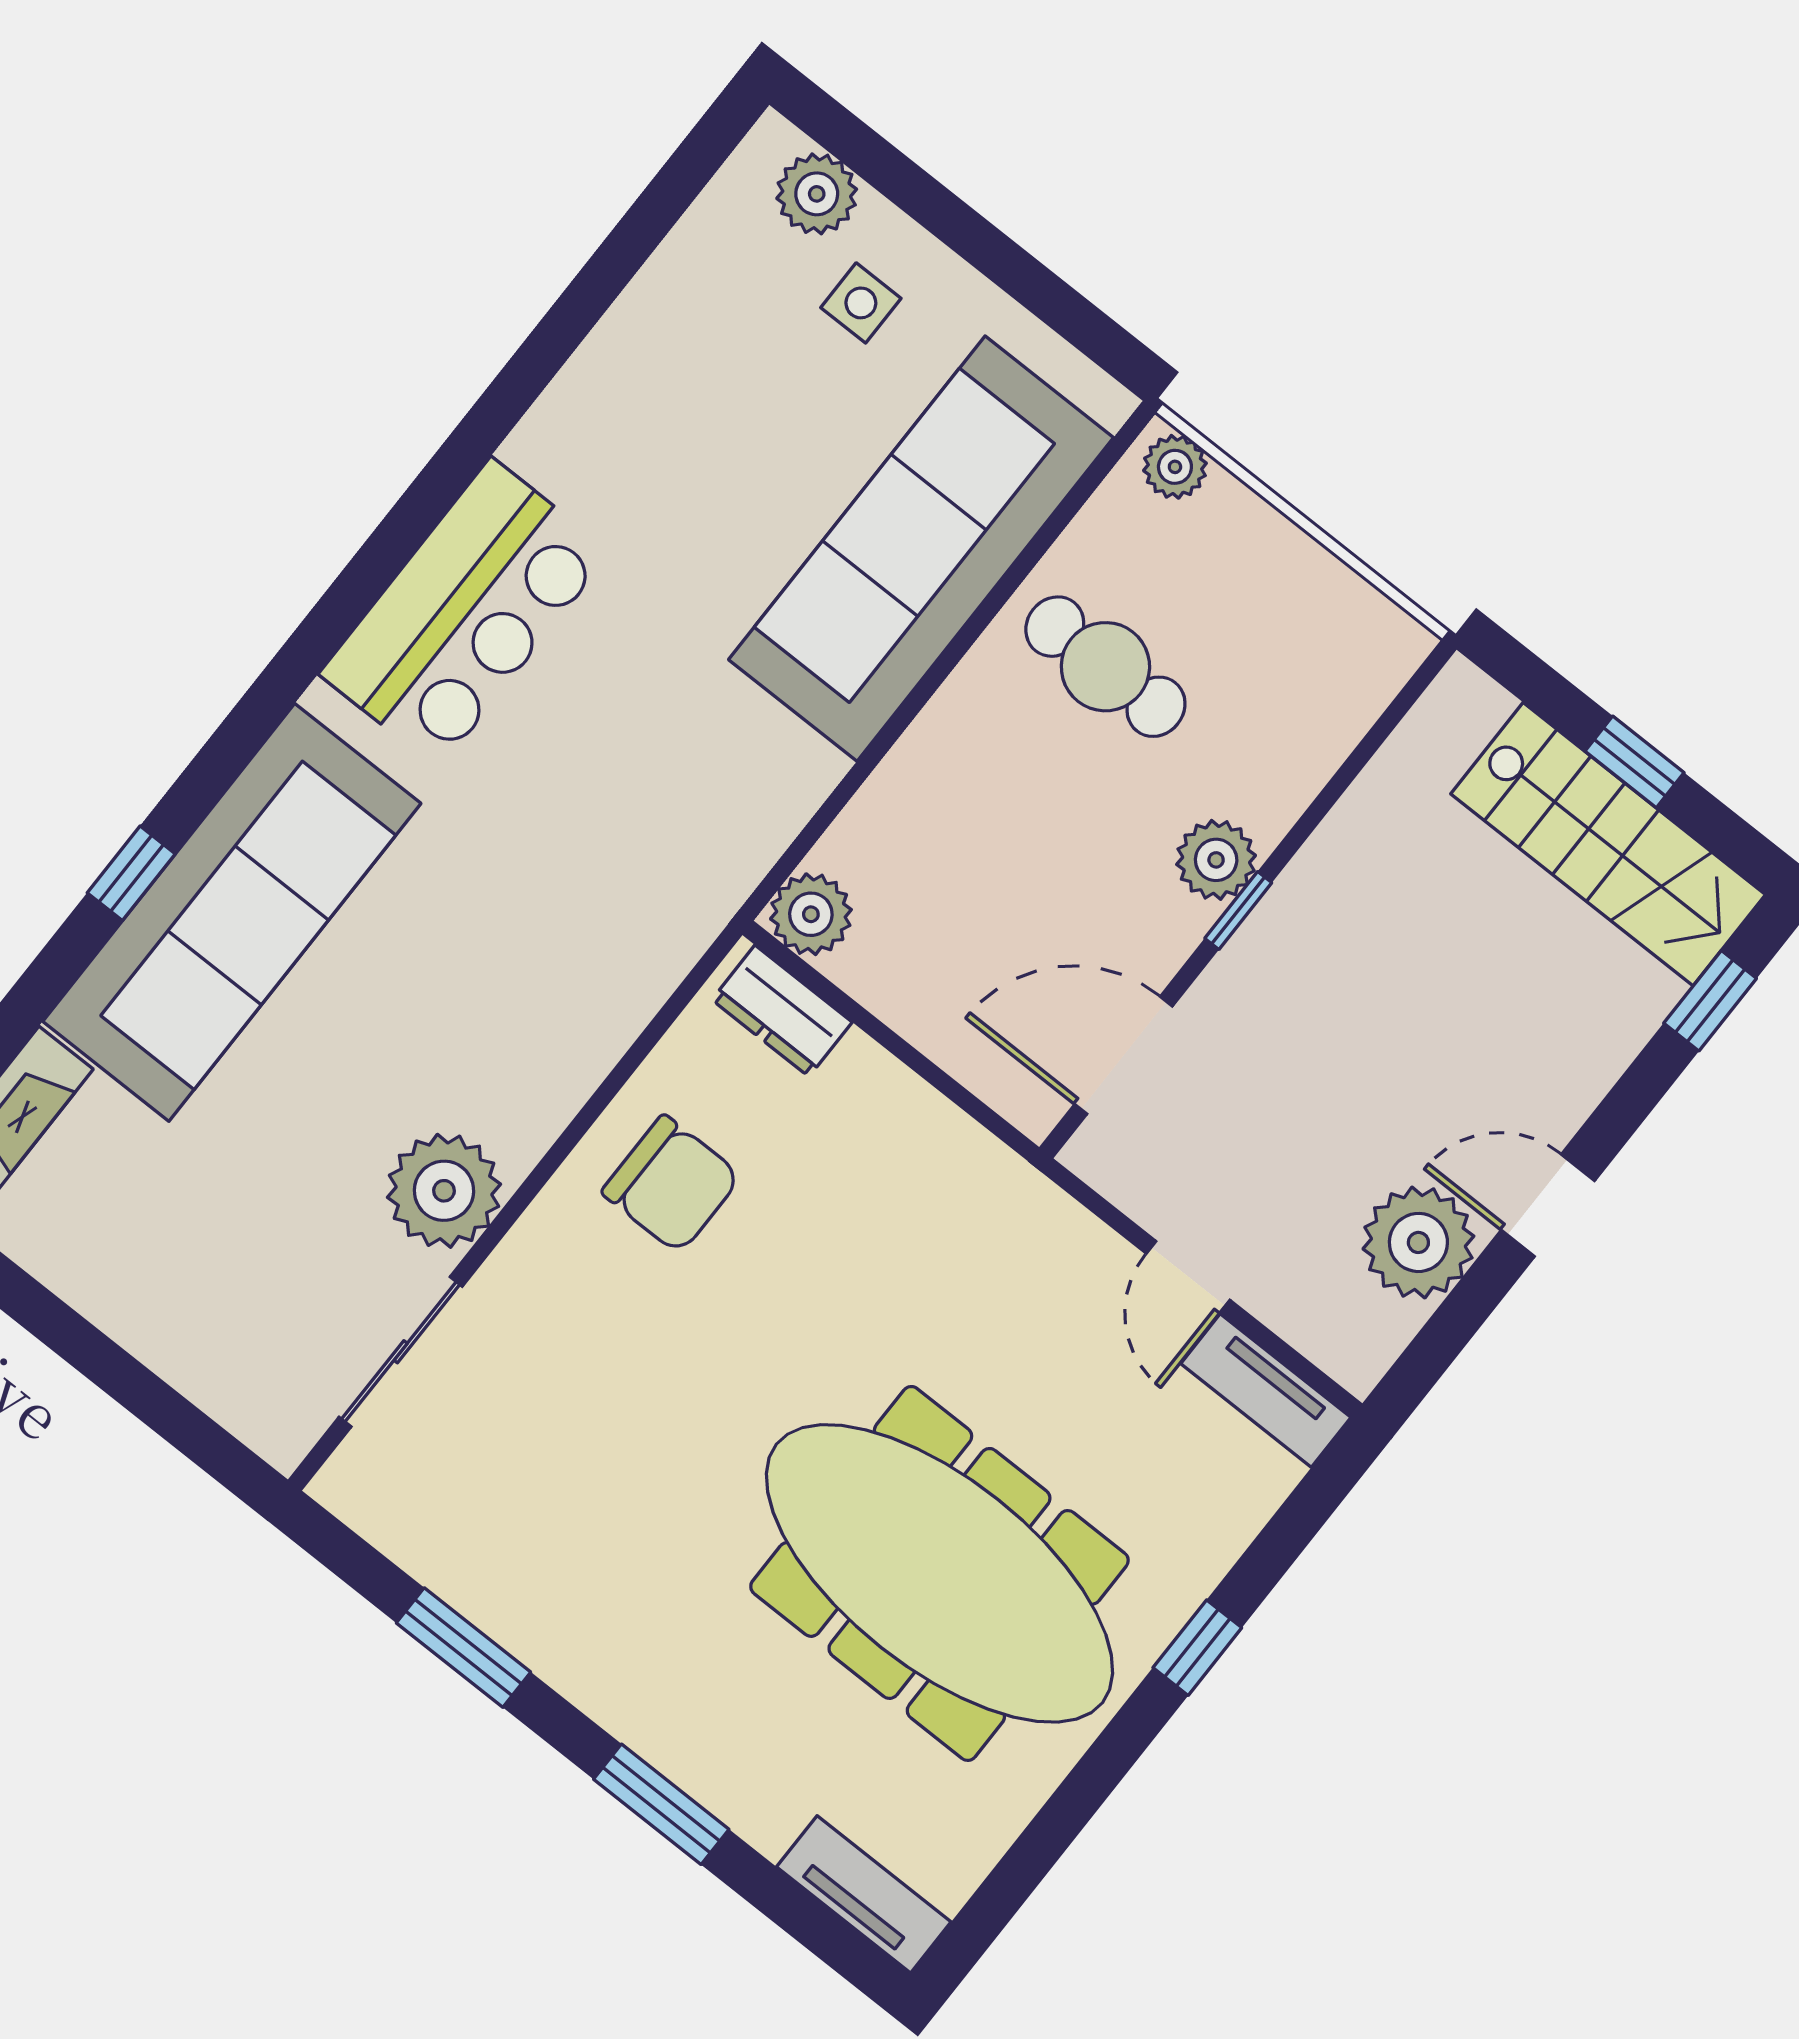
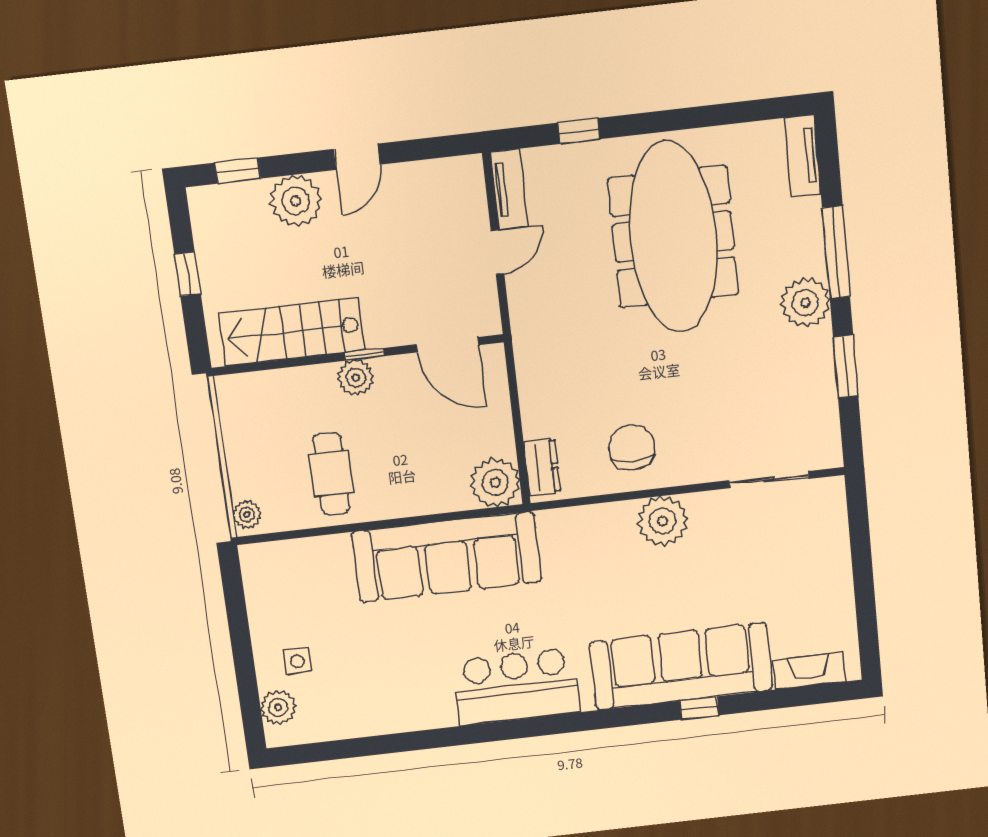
sofa: (921, 549) -> (447, 557), moved
stairs: (1608, 844) -> (292, 332), moved, turned -90
plant: (811, 914) -> (495, 483), width x1.36, depth x1.36
plant: (444, 1191) -> (663, 521), moved
door: (1548, 1205) -> (357, 157), hinge flipped
plant: (1418, 1242) -> (296, 201), moved
window: (1197, 1648) -> (579, 131), moved
plant: (630, 1681) -> (805, 303), added
window: (661, 1804) -> (836, 252), width x1.44

